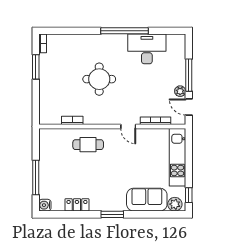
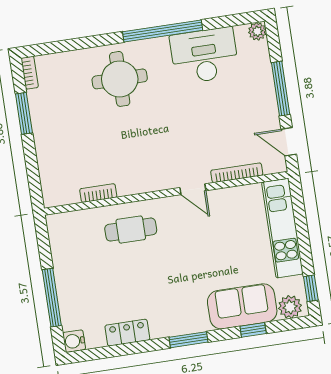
round table: (99, 79) -> (120, 79), moved
plant: (180, 91) -> (257, 31), moved
window: (151, 214) -> (253, 330), added

